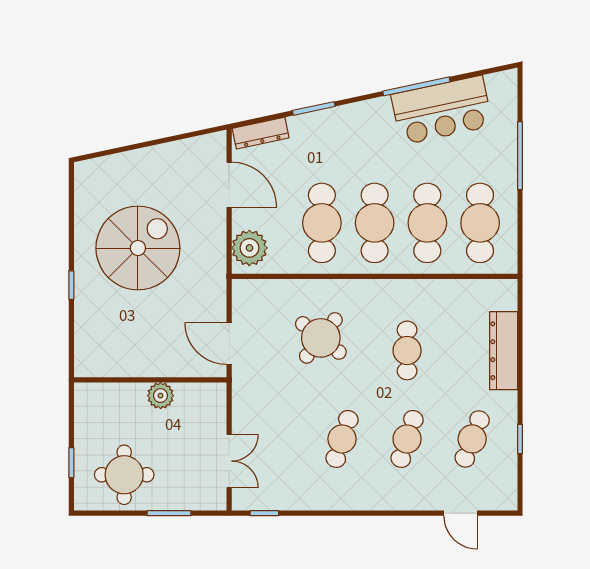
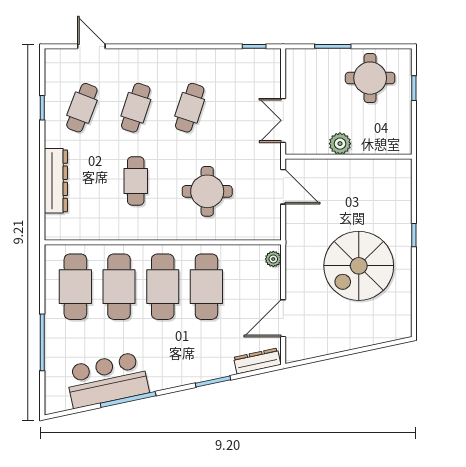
door: (229, 185) -> (283, 318), hinge flipped
plant: (249, 248) -> (273, 259), width x0.53, depth x0.53
round table: (321, 338) -> (207, 191), turned -38
double door: (229, 461) -> (283, 120), moved

